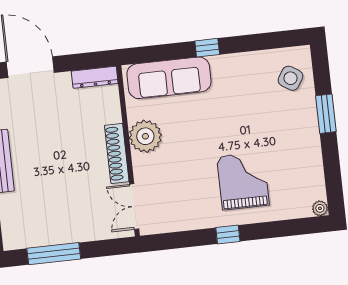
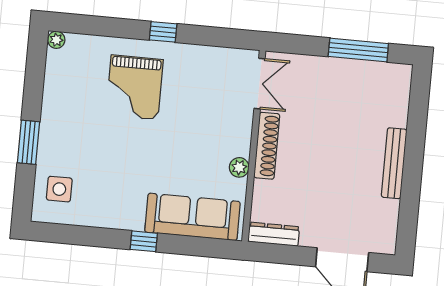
side table: (291, 78) -> (59, 189), turned -32
plant: (145, 136) -> (239, 167), width x0.53, depth x0.53

